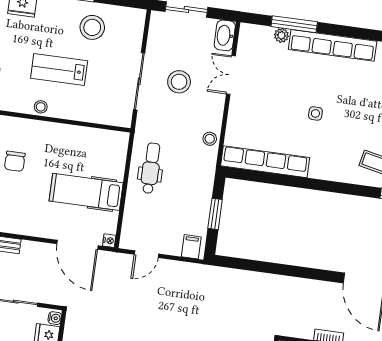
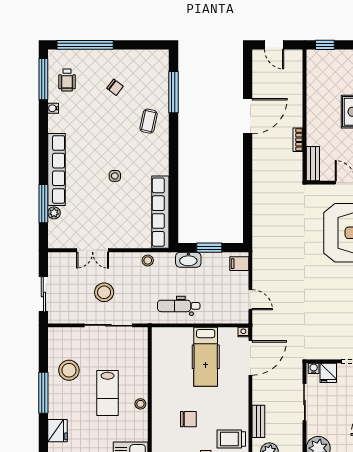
washbasin: (225, 35) -> (188, 260), moved

